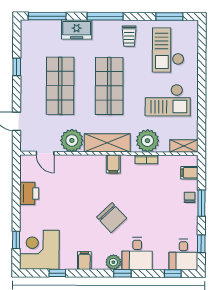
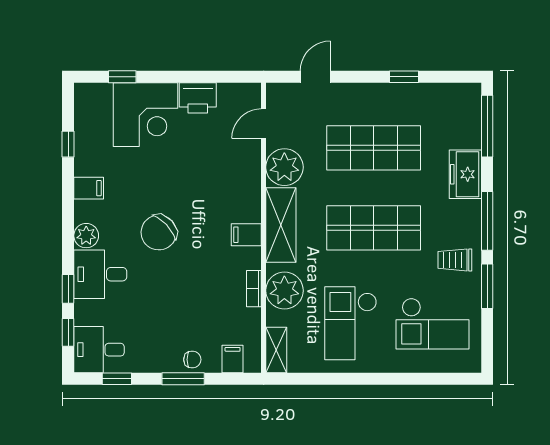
window: (169, 17) -> (487, 286), moved
checkout: (168, 50) -> (432, 324), turned 180
corner desk: (39, 250) -> (145, 115), moved, turned 90
window: (122, 273) -> (68, 289), moved

